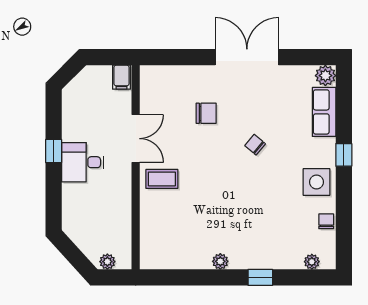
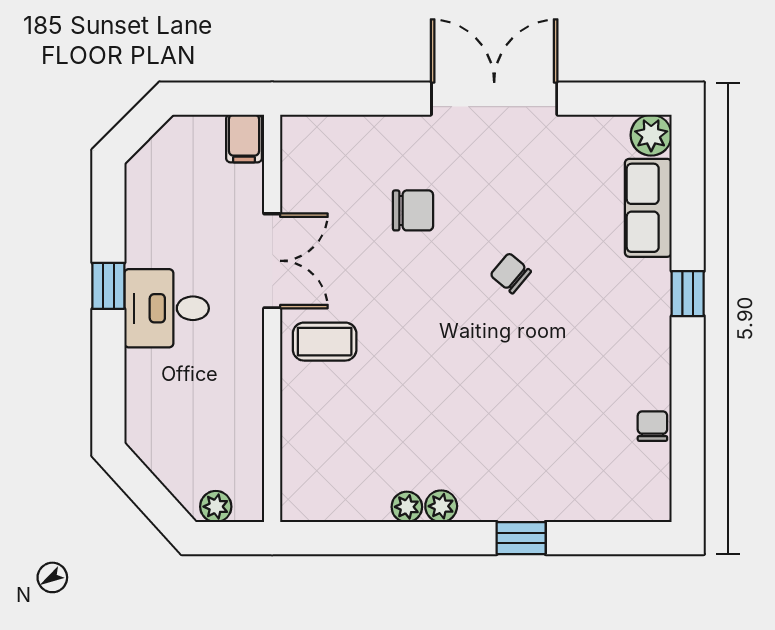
side table: (316, 182) -> (633, 348), removed
plant: (312, 262) -> (407, 507), moved

